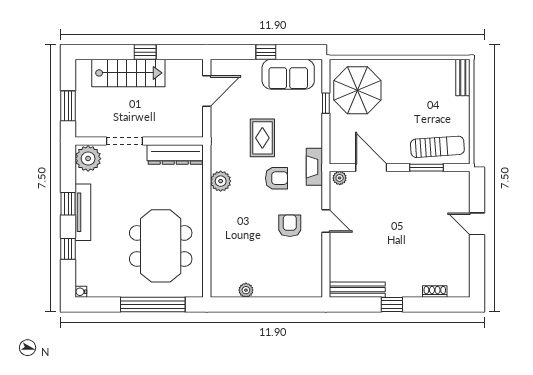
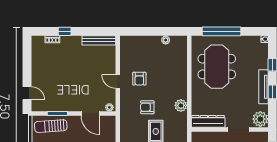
fireplace: (314, 167) -> (125, 114), removed
door: (477, 224) -> (27, 93), moved
window: (392, 305) -> (65, 31), moved

